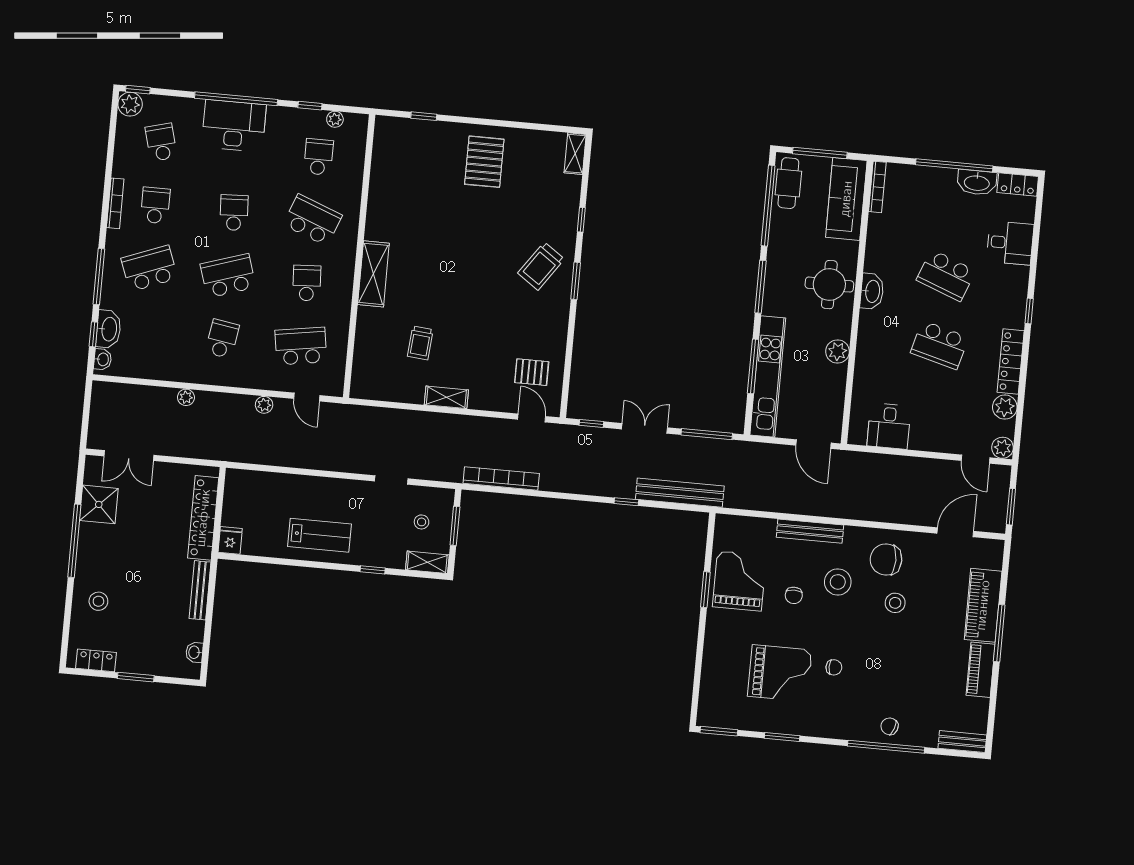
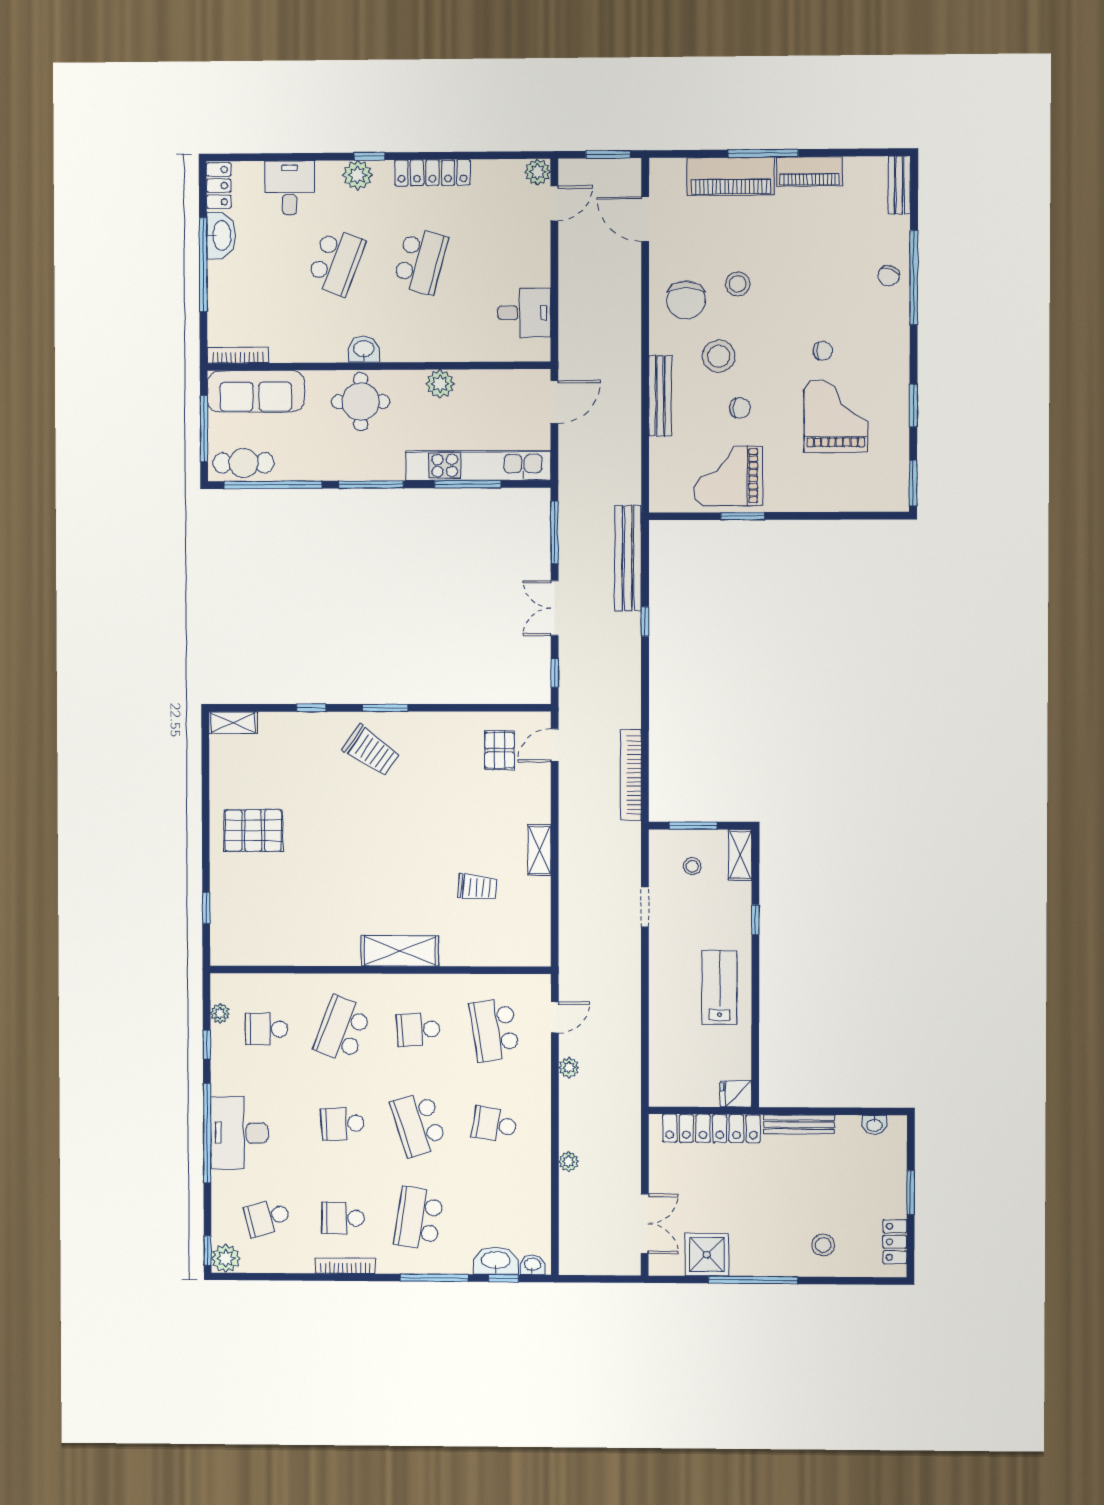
school desk: (149, 268) -> (419, 1218), turned 30
washbasin: (872, 291) -> (364, 349), width x0.72
plant: (1005, 407) -> (358, 175), moved
chair: (834, 667) -> (823, 351), turned 90

